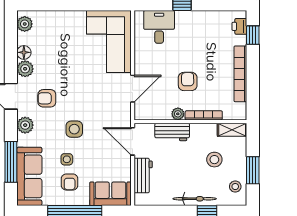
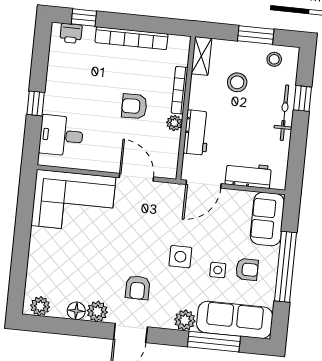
plant: (25, 125) -> (185, 320), moved

